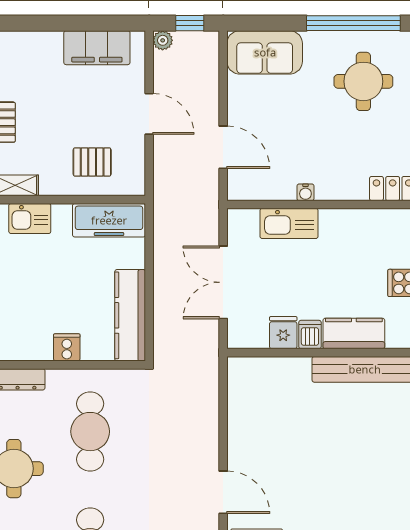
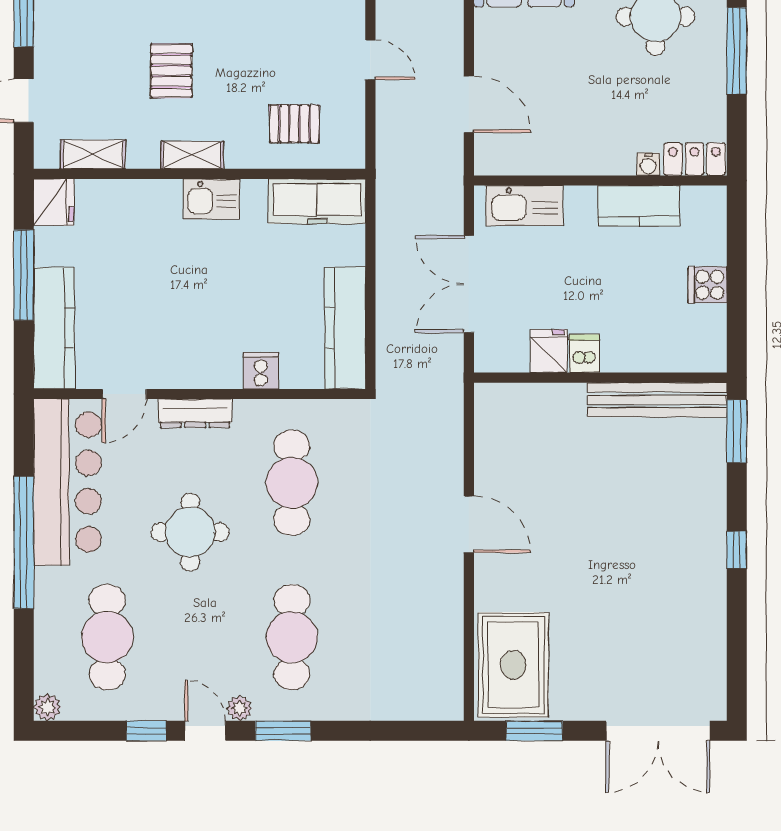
door: (149, 114) -> (370, 60), width x0.73
water cooler: (305, 192) -> (648, 164), moved
kitchen sink: (289, 223) -> (524, 206), moved
kitchen counter: (354, 333) -> (639, 206), moved, turned 180
door: (223, 492) -> (469, 524), moved

